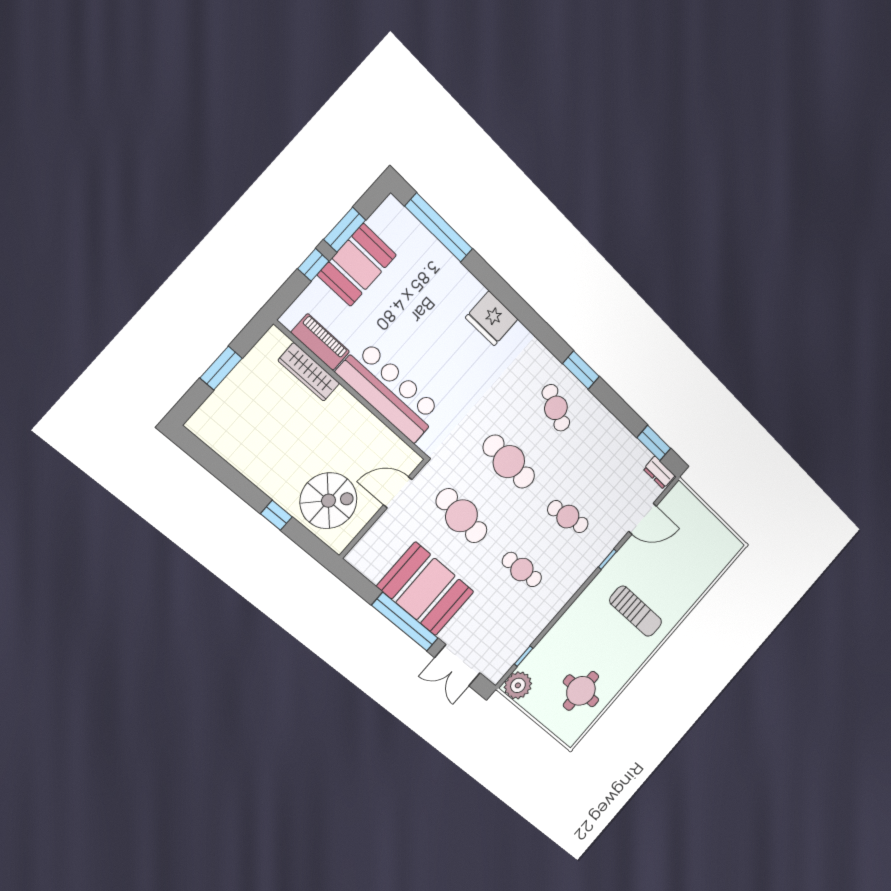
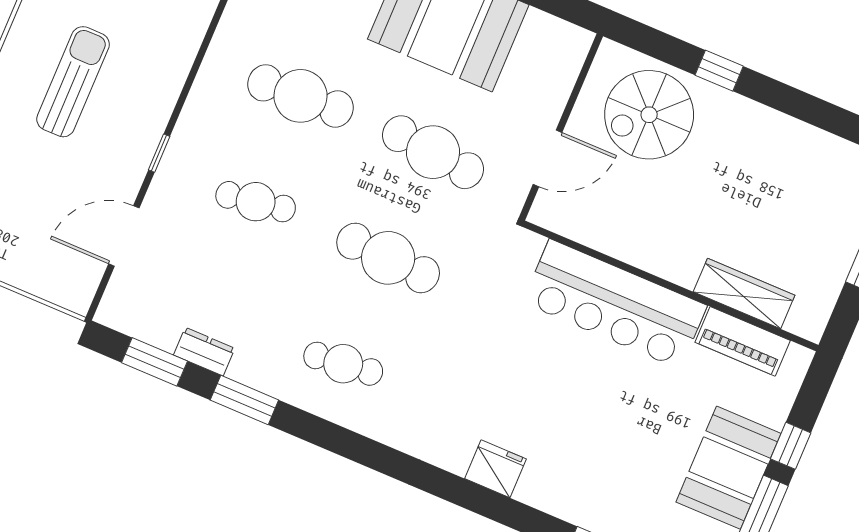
fridge: (492, 318) -> (496, 469), width x0.73, depth x0.75
window: (581, 370) -> (244, 400), moved
cafe table: (556, 408) -> (343, 364), turned -30
dresser: (659, 472) -> (204, 352), moved
cafe table: (522, 570) -> (301, 96), width x1.37, depth x1.35
sun lounger: (636, 611) -> (73, 82), turned 90

